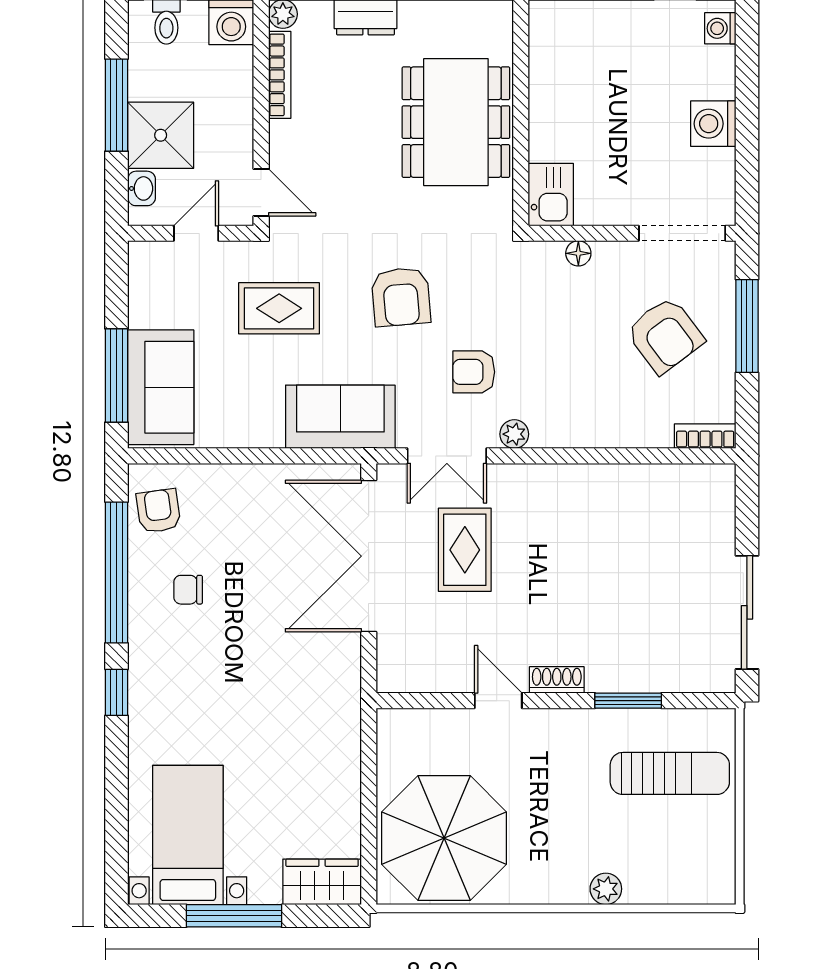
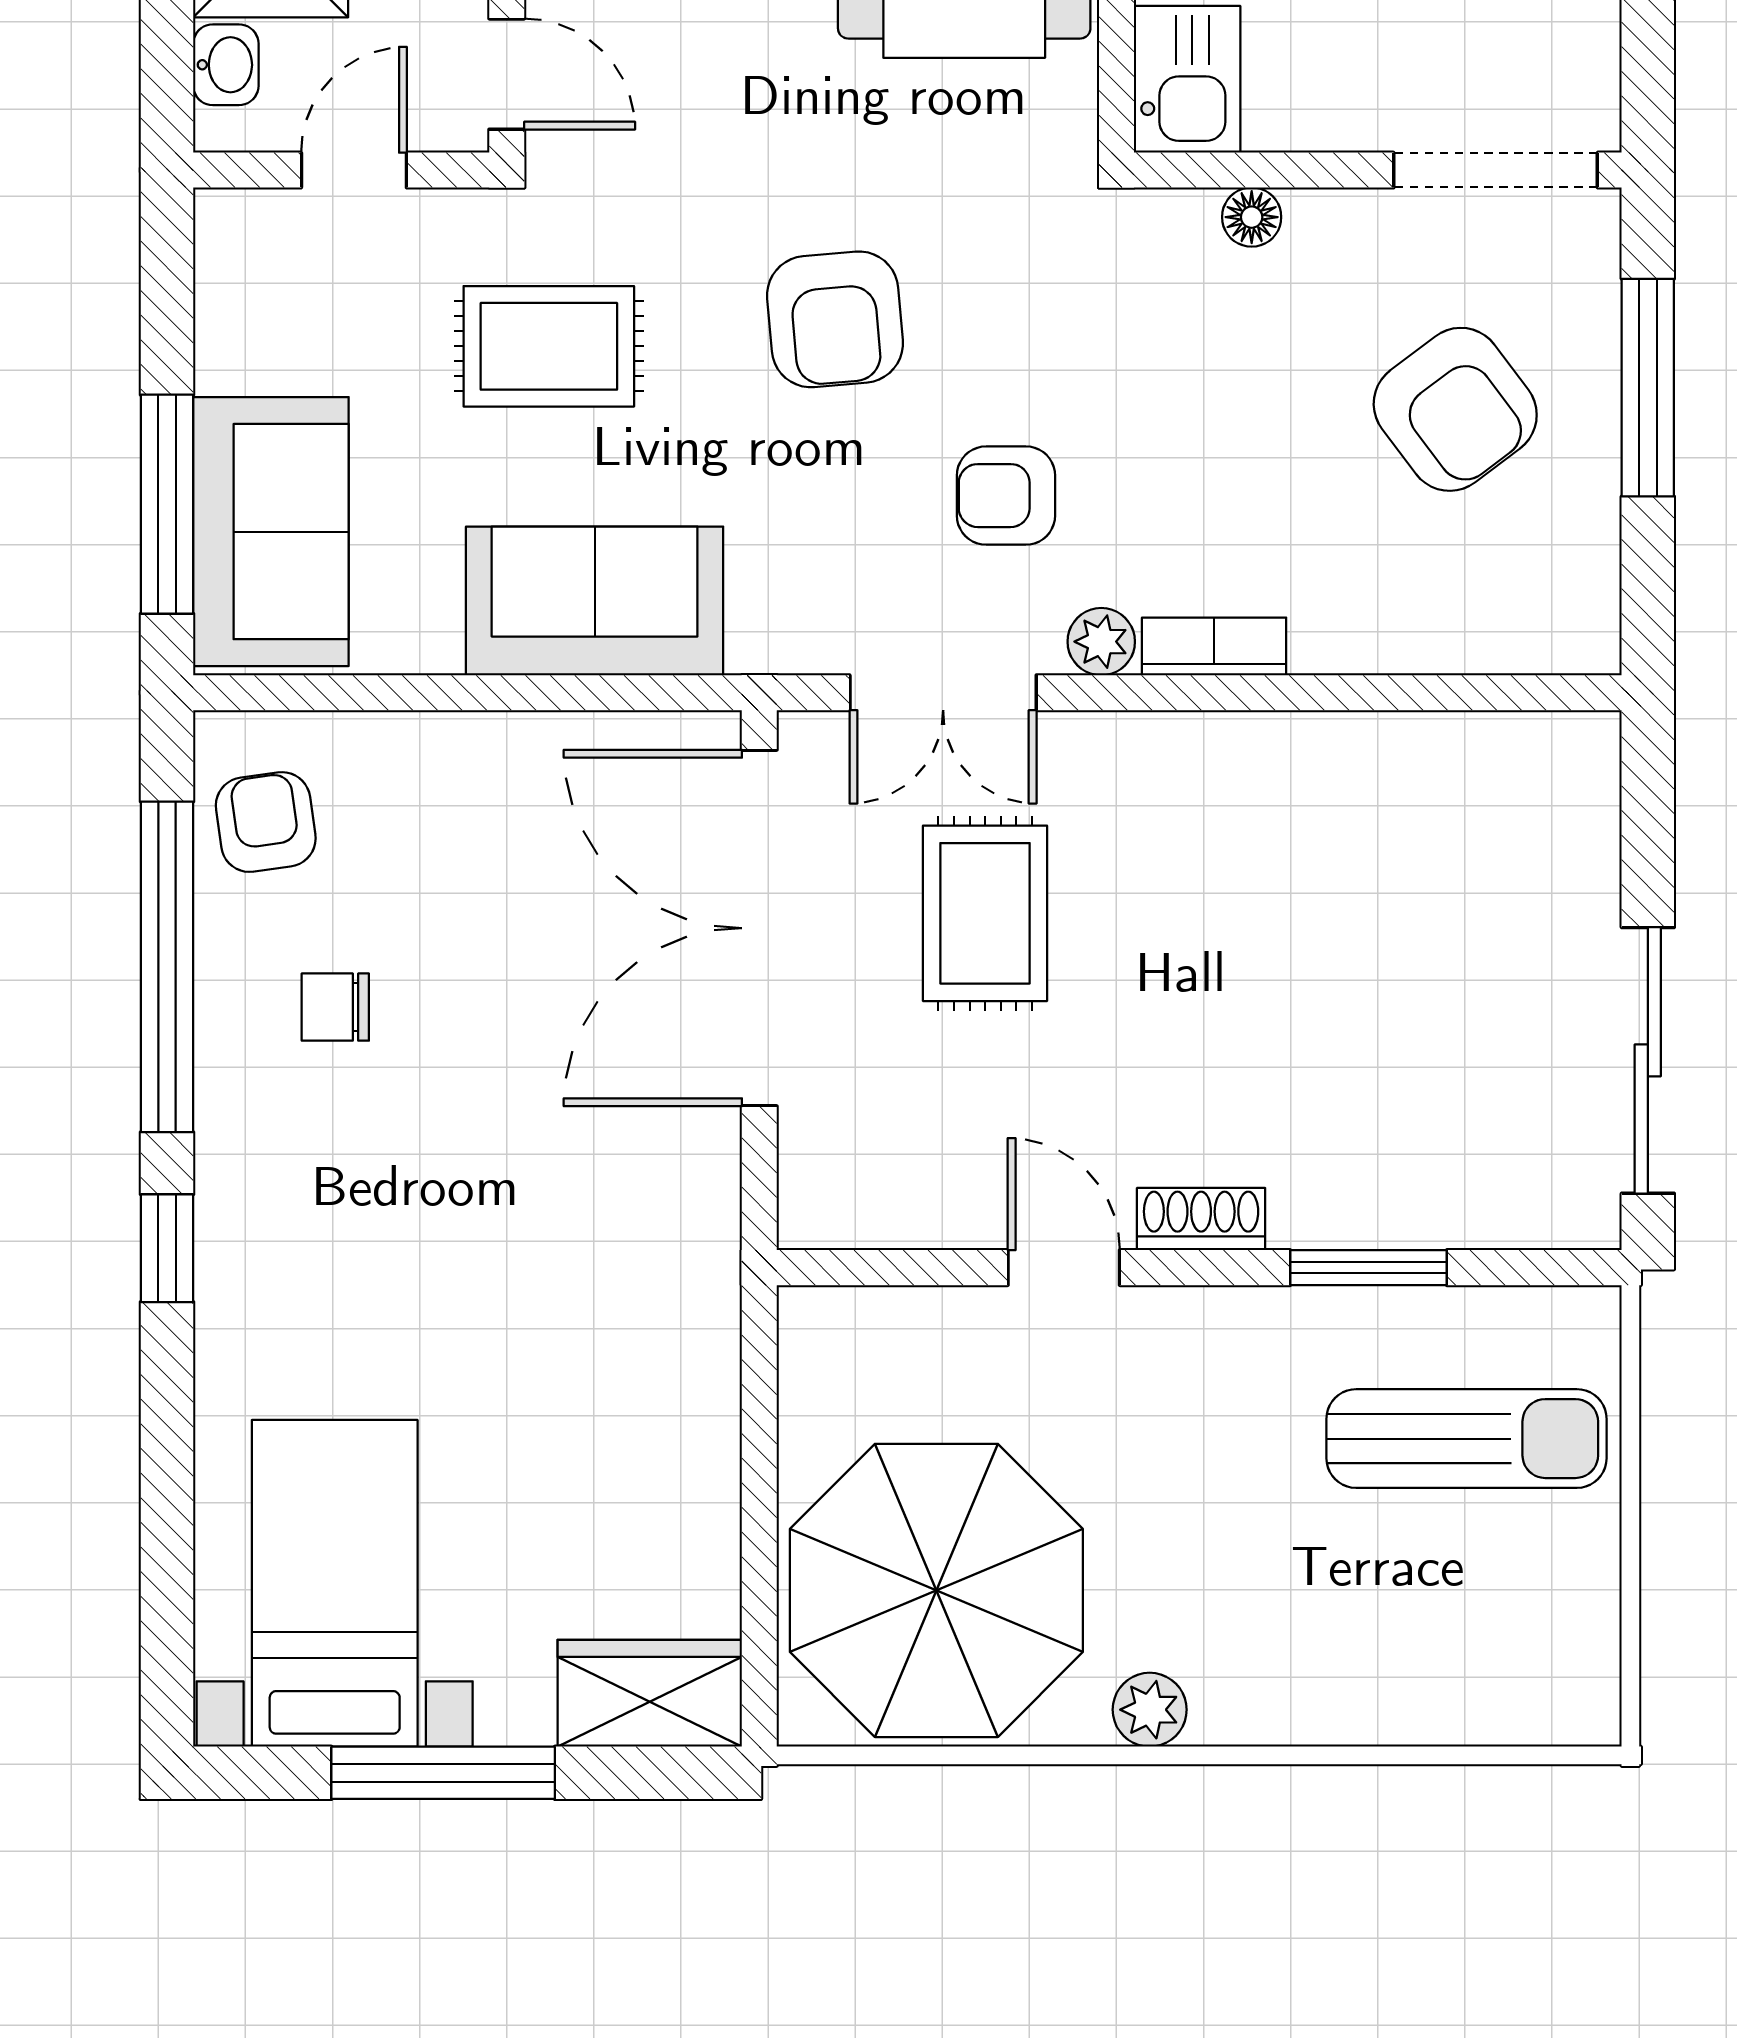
sofa: (340, 417) -> (595, 601), moved
bookcase: (705, 436) -> (1214, 646), moved
plant: (606, 889) -> (1150, 1710), moved

